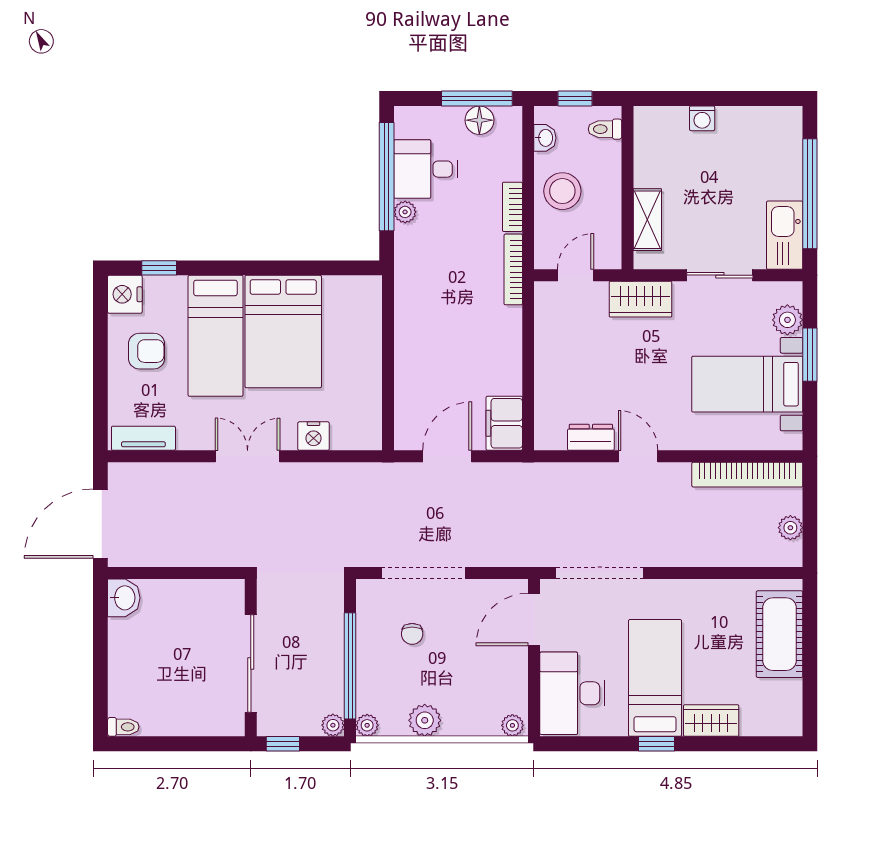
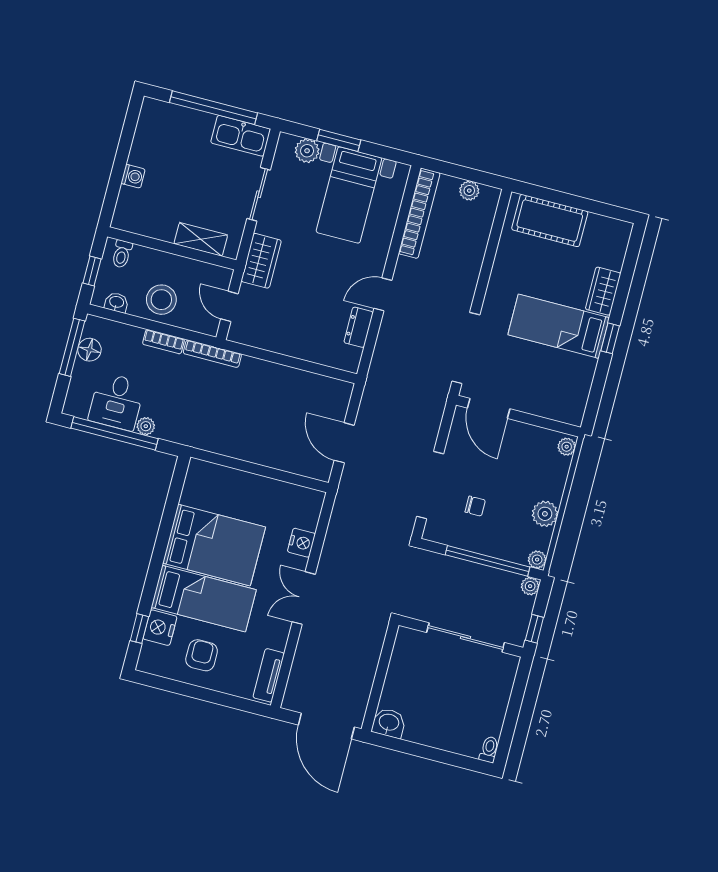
nightstand: (125, 294) -> (160, 628), moved, turned 90
filing cabinet: (504, 423) -> (330, 392), removed
desk: (572, 693) -> (554, 394), removed

